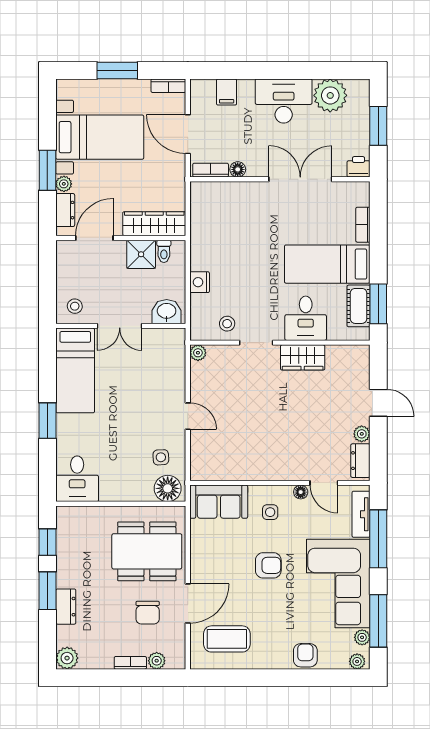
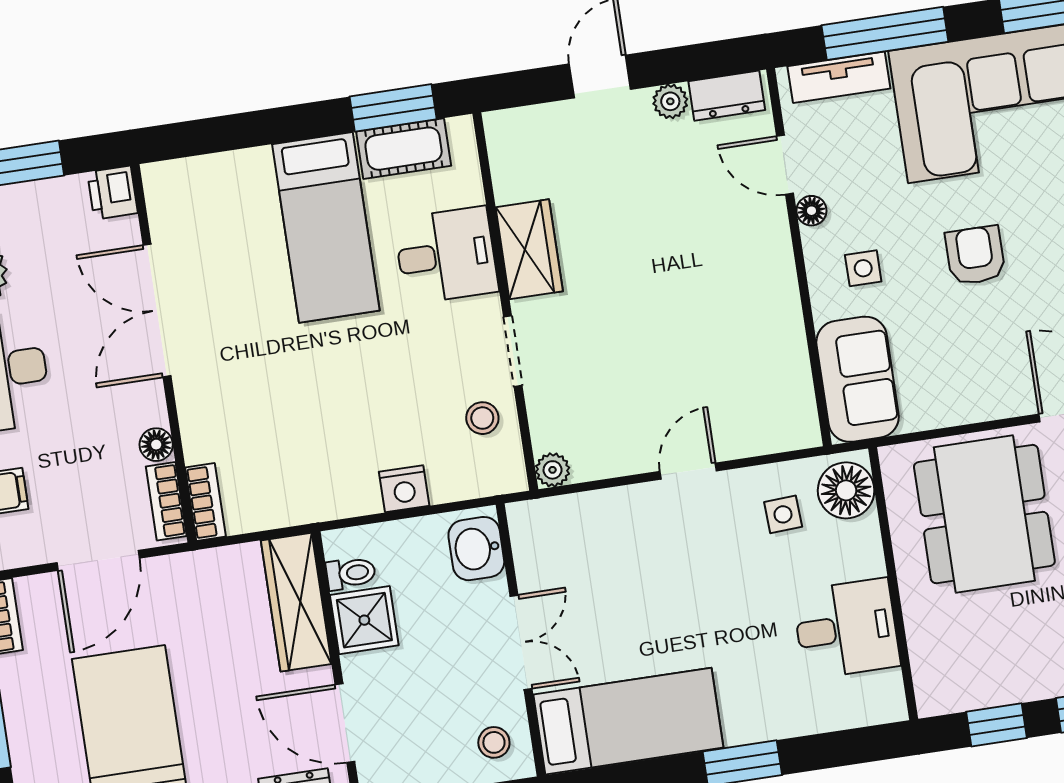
bookcase: (363, 225) -> (206, 502), moved, turned -90
desk: (77, 479) -> (846, 629), moved
door: (324, 483) -> (785, 165), swing flipped

